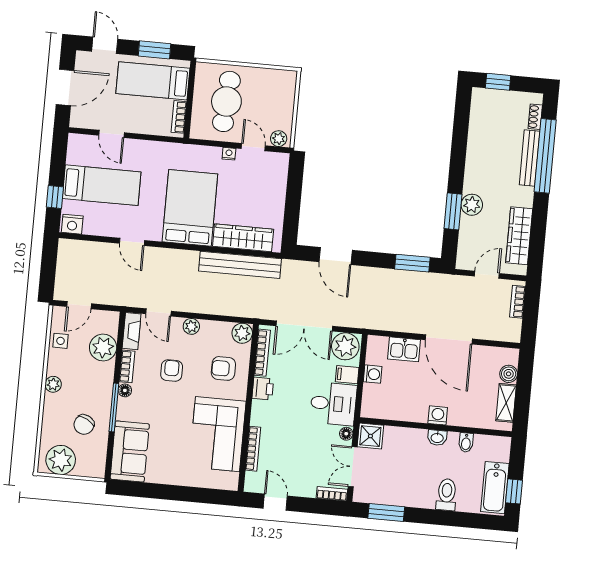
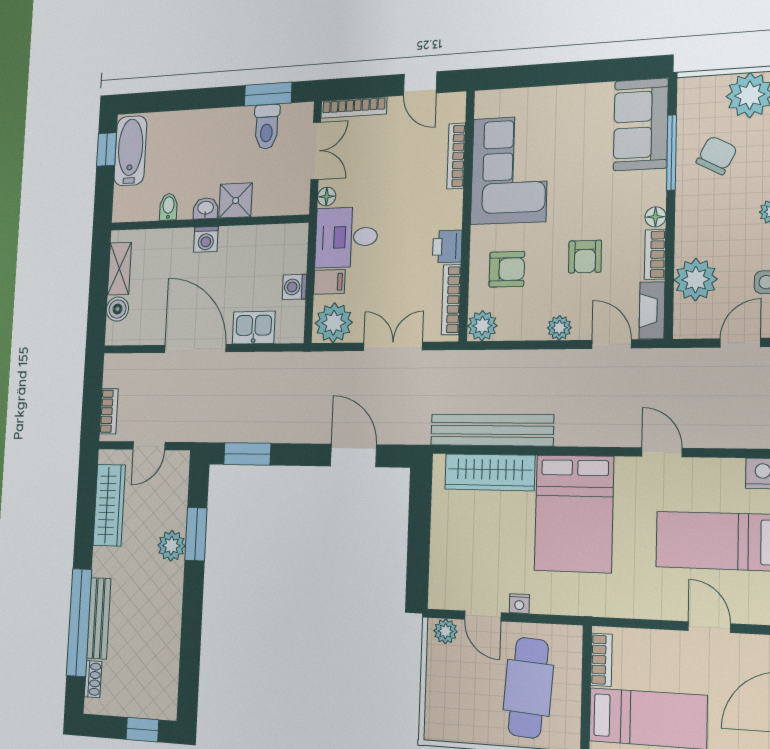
double door: (304, 326) -> (393, 346), width x0.73
window: (114, 407) -> (671, 153), moved
shower: (370, 436) -> (236, 200), moved
bookcase: (332, 494) -> (354, 108), width x1.56
toilet: (447, 495) -> (267, 127), moved

